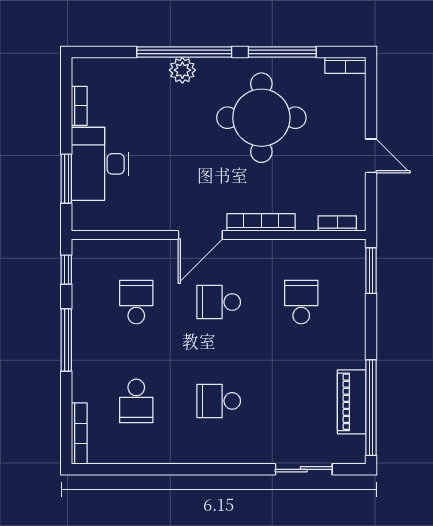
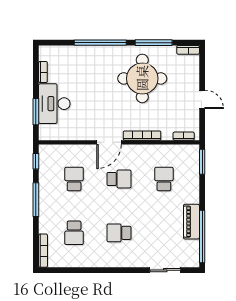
plant: (182, 70) -> (99, 53), removed
school desk: (219, 302) -> (119, 179), turned 180
piano: (352, 402) -> (191, 222), moved

